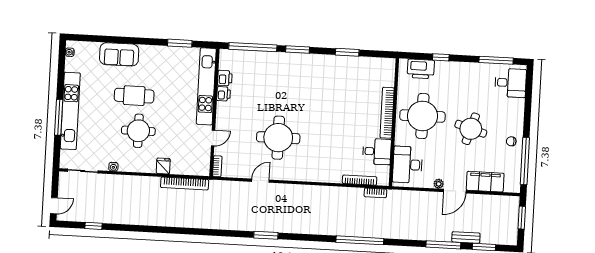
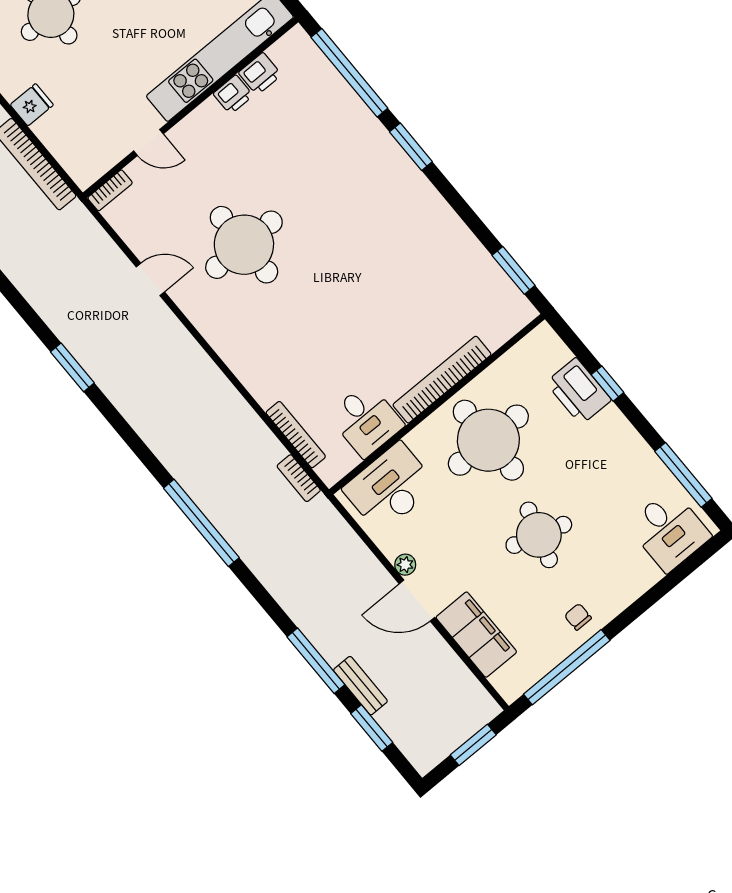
window: (347, 52) -> (514, 270), moved
printer: (421, 69) -> (579, 391), moved

